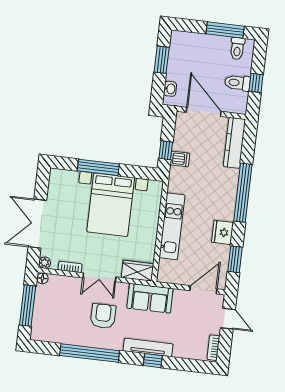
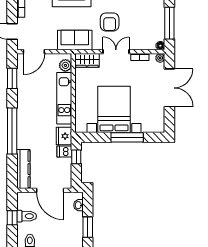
fridge: (222, 232) -> (64, 136), moved, turned 180
plant: (166, 268) -> (65, 65), added

